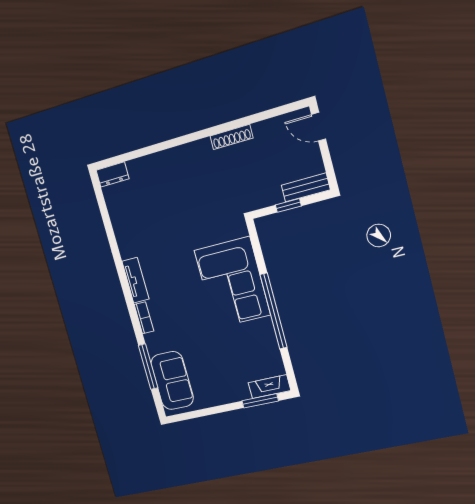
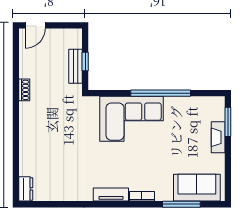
shoe rack: (231, 137) -> (24, 90), width x0.70
bench: (306, 187) -> (75, 66), moved
fireplace: (269, 387) -> (218, 137), moved

